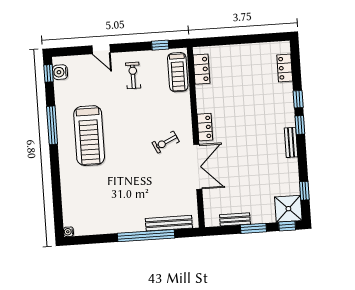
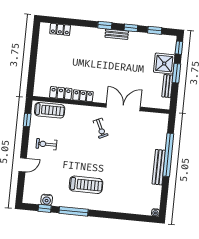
locker: (202, 69) -> (61, 93), moved
water cooler: (60, 72) -> (47, 200), moved
window: (49, 73) -> (45, 208), moved
window: (298, 99) -> (131, 28), moved
locker: (205, 127) -> (83, 96), moved
treadmill: (89, 136) -> (86, 185), width x0.73, depth x0.73
shower: (288, 209) -> (164, 64), moved
bench: (169, 223) -> (159, 167), moved

